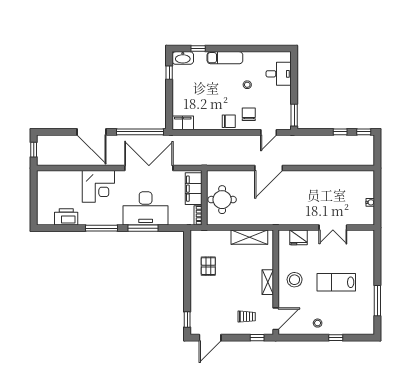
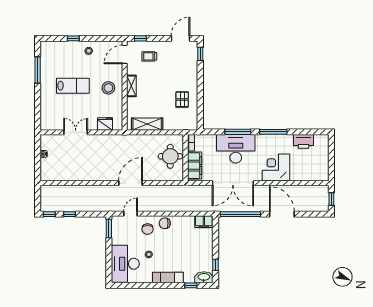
desk: (279, 74) -> (125, 264), width x1.87, depth x1.30

